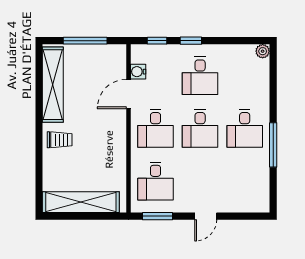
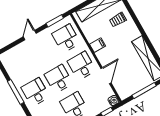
water cooler: (138, 72) -> (113, 100), moved
trolley: (60, 140) -> (118, 20), moved
filing cabinet: (115, 145) -> (98, 45), added

